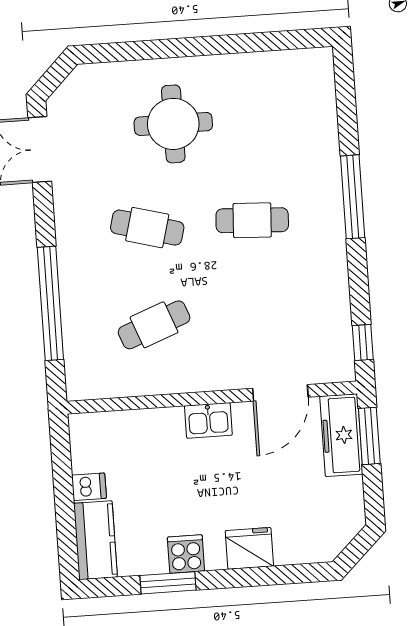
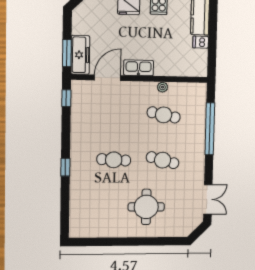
window: (353, 197) -> (65, 167), width x0.46
cafe table: (154, 325) -> (164, 115), turned 33
plant: (162, 384) -> (162, 87), added
kitchen sink: (208, 420) -> (139, 68), width x1.38

